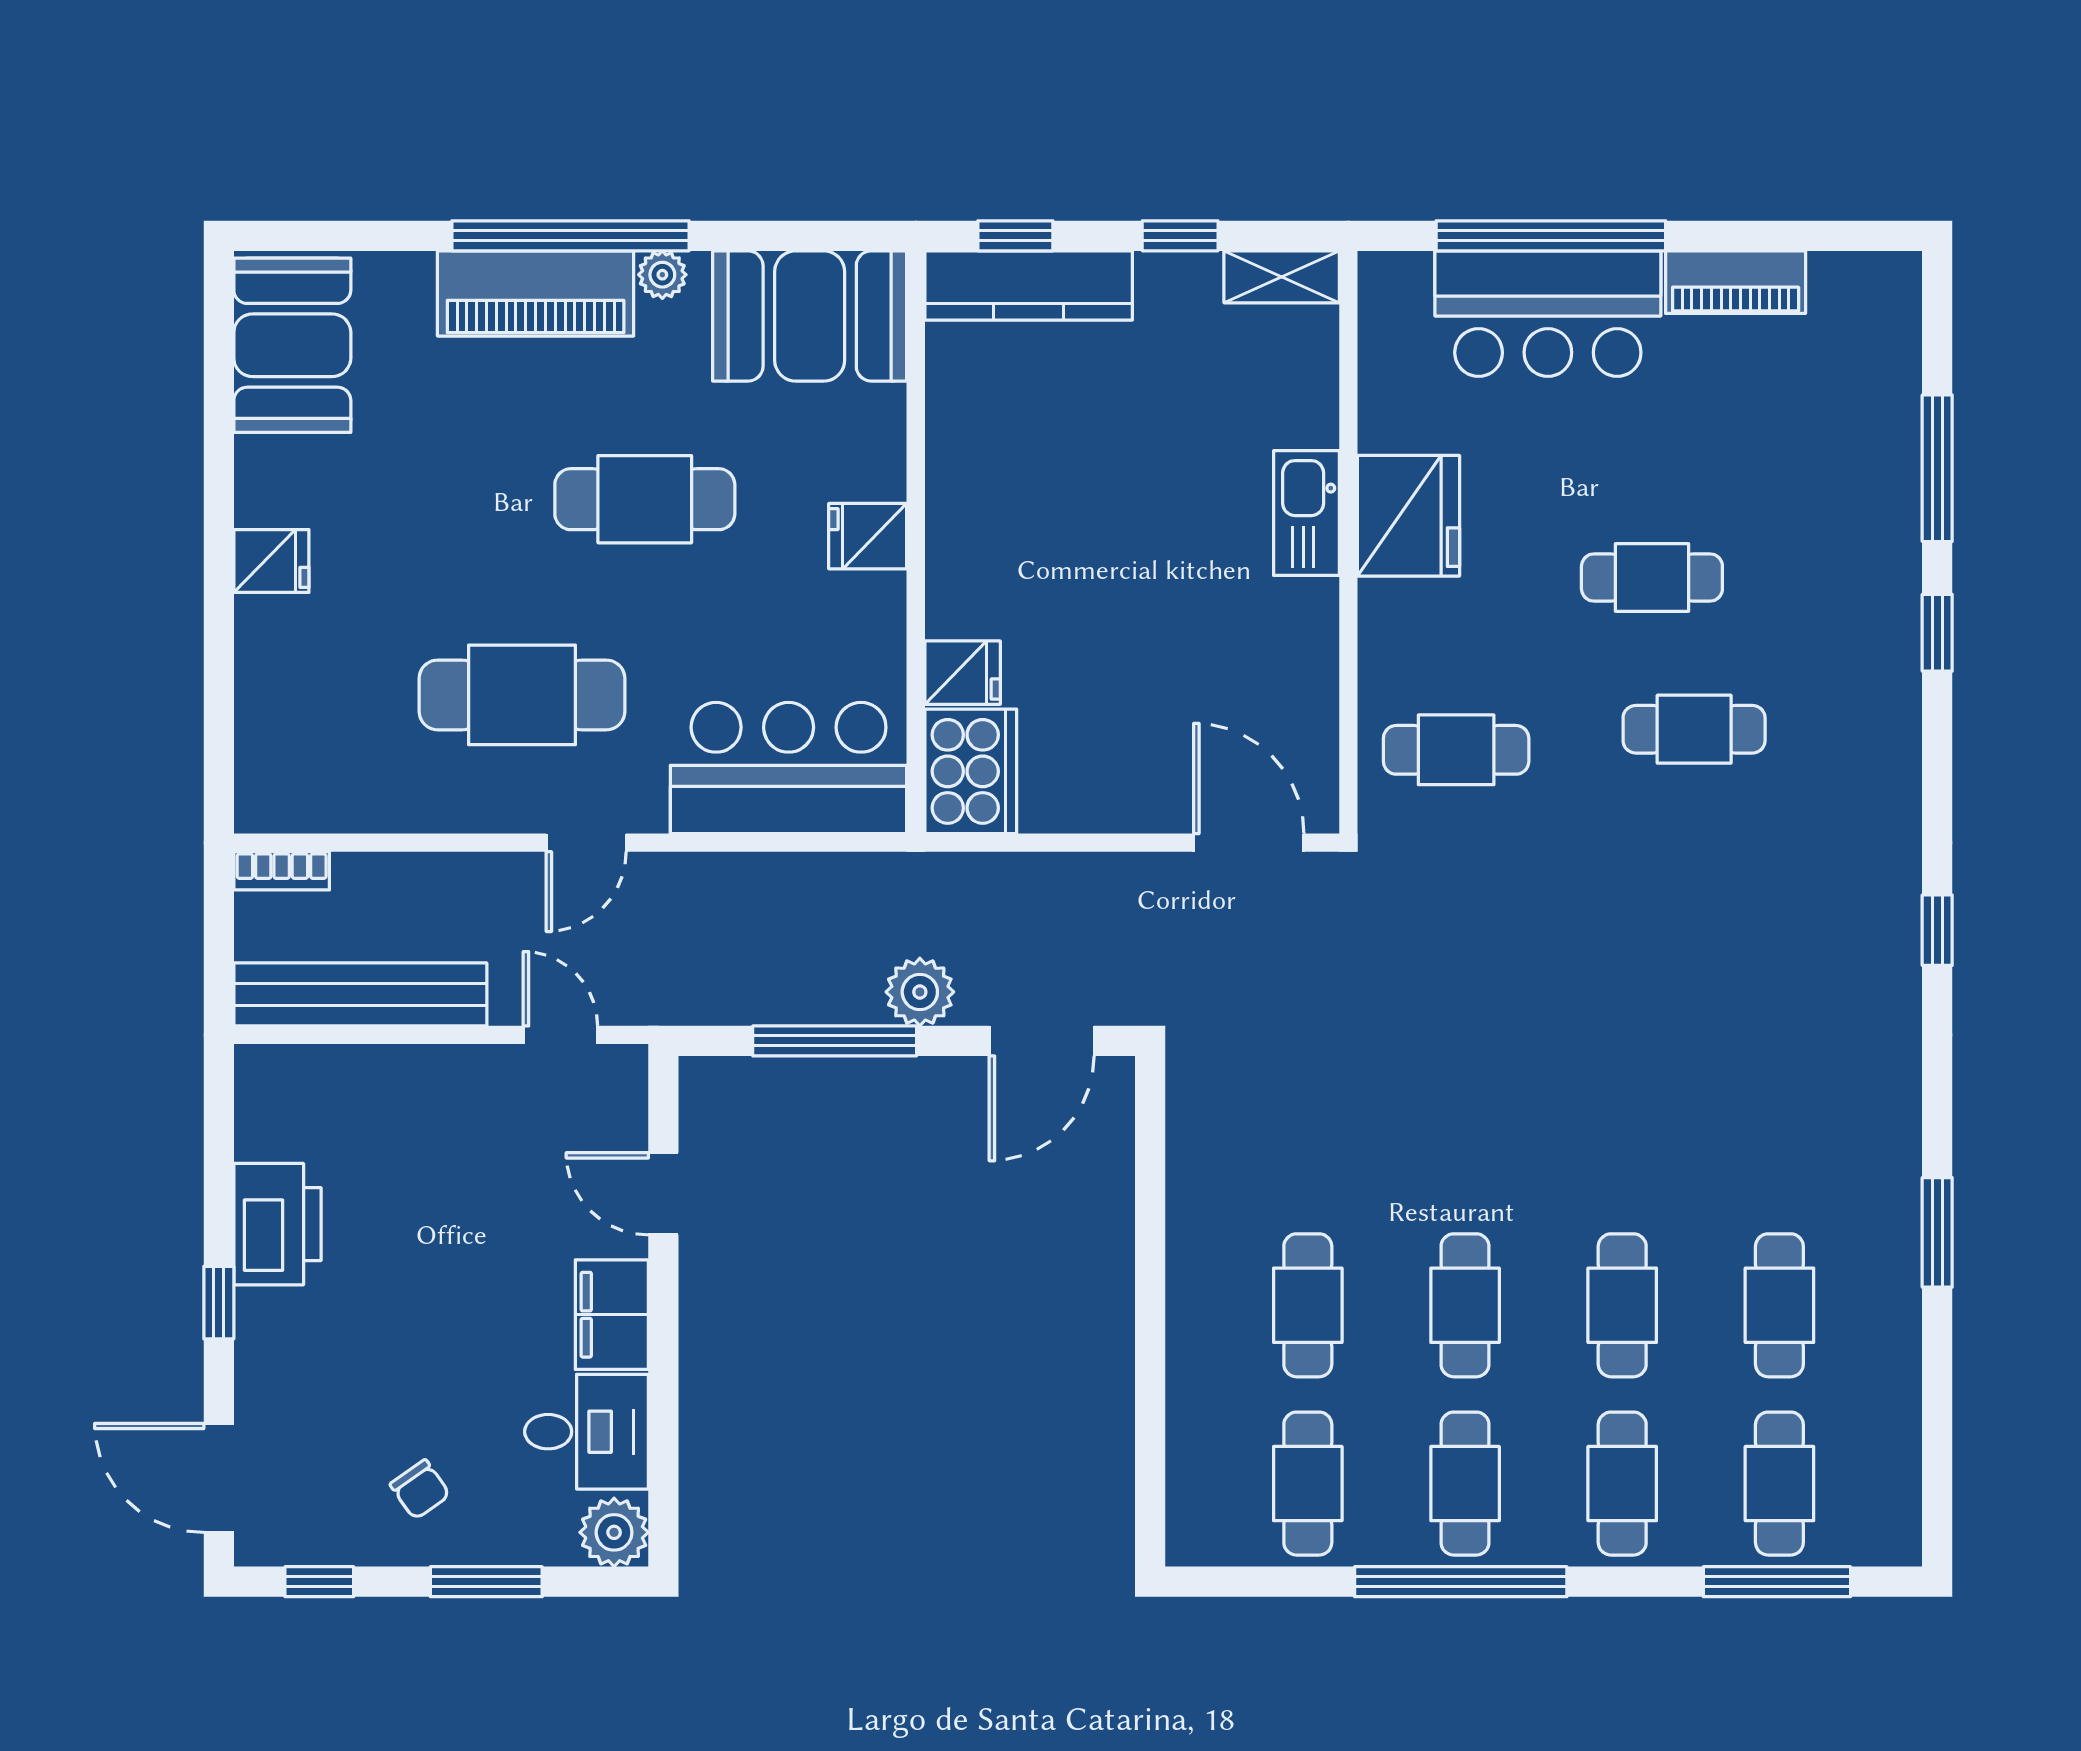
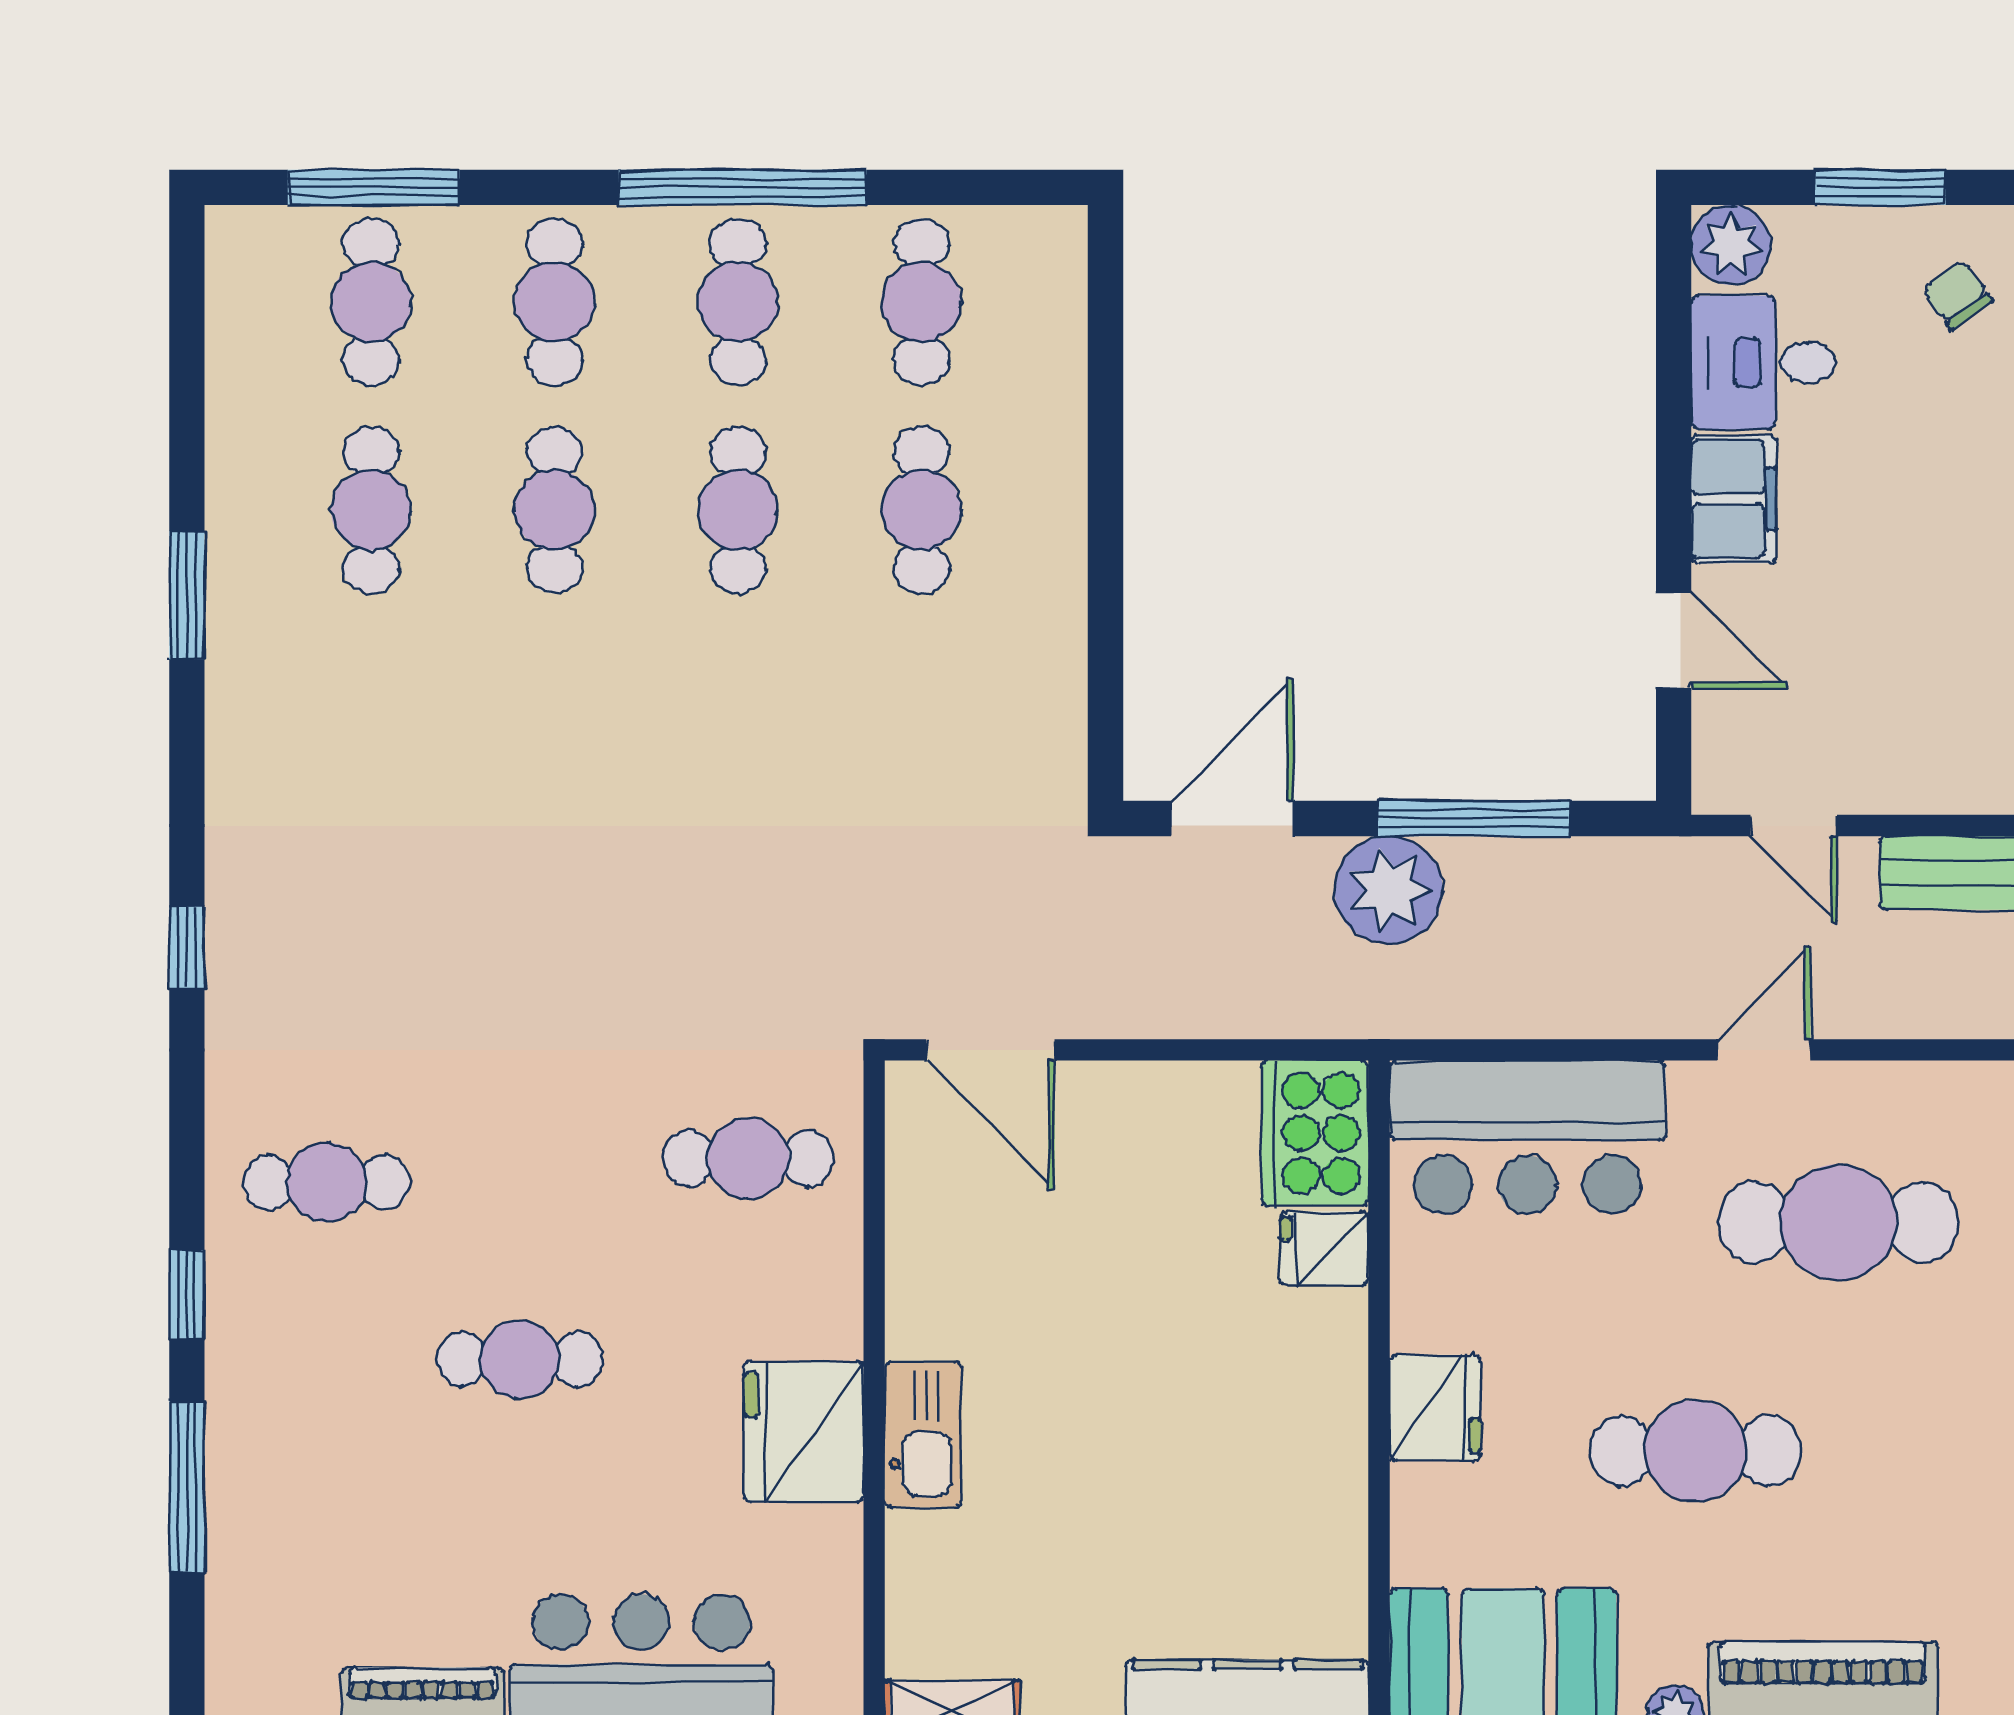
fridge: (868, 536) -> (1435, 1408), width x1.38
cafe table: (1694, 729) -> (327, 1182), moved
plant: (920, 992) -> (1389, 890), width x1.36, depth x1.36

